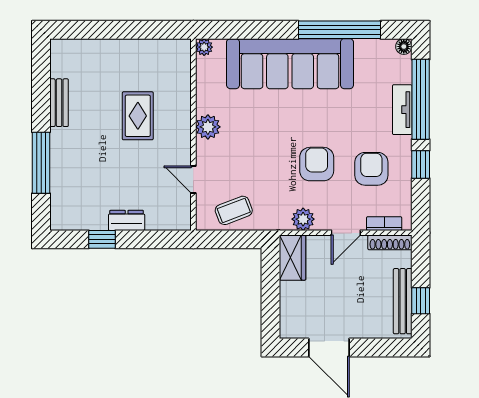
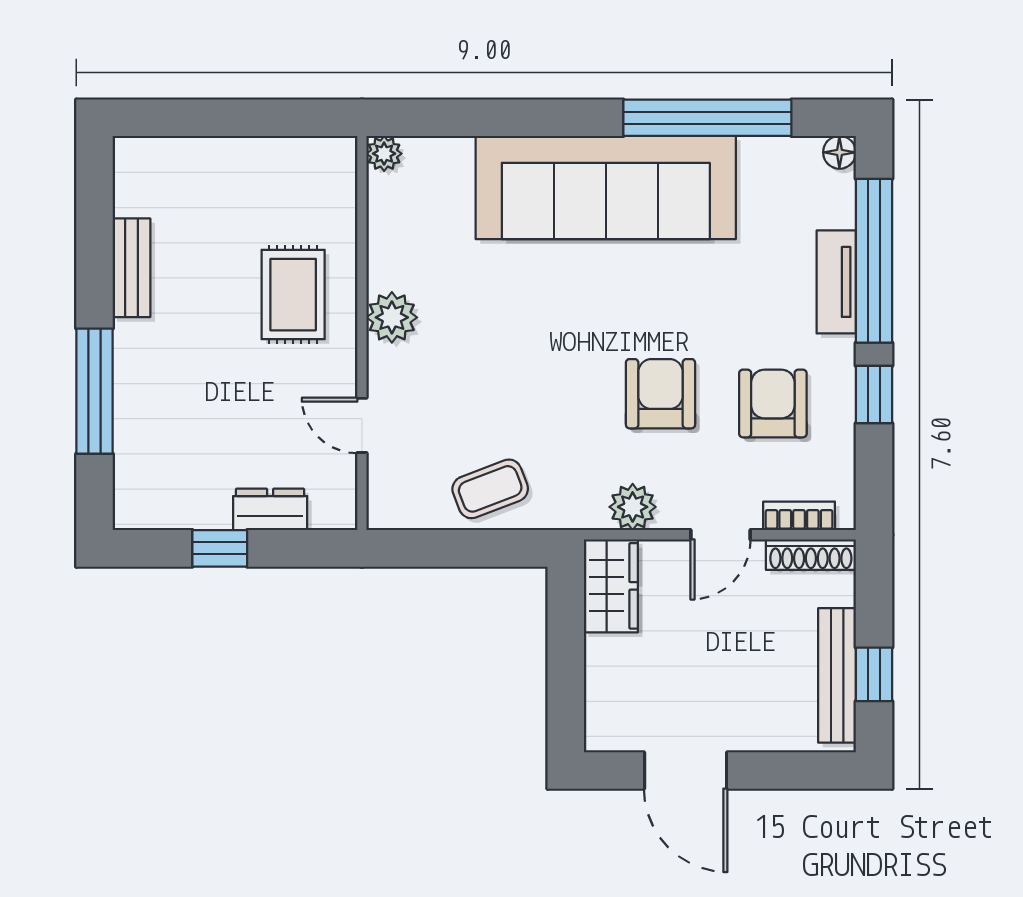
plant: (204, 47) -> (384, 154), moved
plant: (208, 127) -> (392, 317), moved
wall: (193, 135) -> (362, 333), moved
door: (193, 179) -> (362, 425), moved

